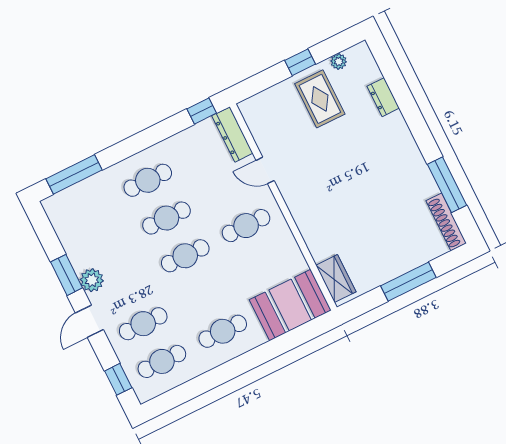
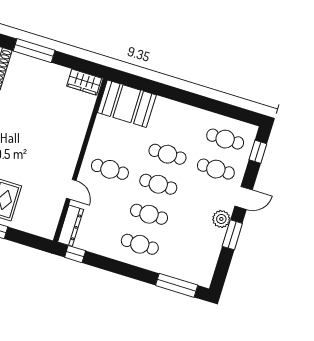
wardrobe: (336, 279) -> (84, 82), moved, turned -90
window: (408, 282) -> (34, 51), moved
cafe table: (223, 331) -> (168, 154), moved

